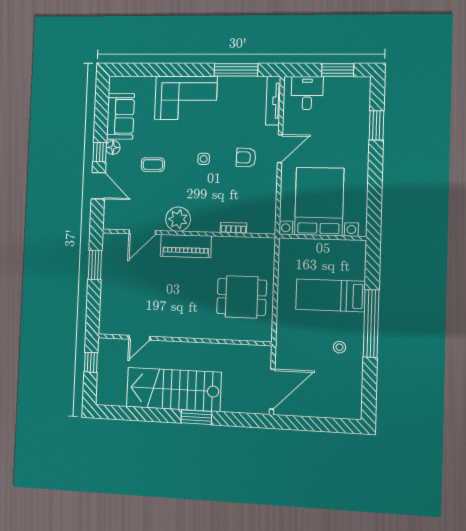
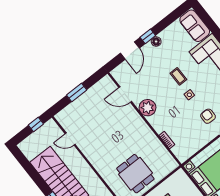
sofa: (120, 116) -> (195, 26), moved, turned 90
coffee table: (153, 165) -> (178, 76), moved
piano: (186, 246) -> (137, 123), removed
window: (95, 265) -> (77, 92), moved

